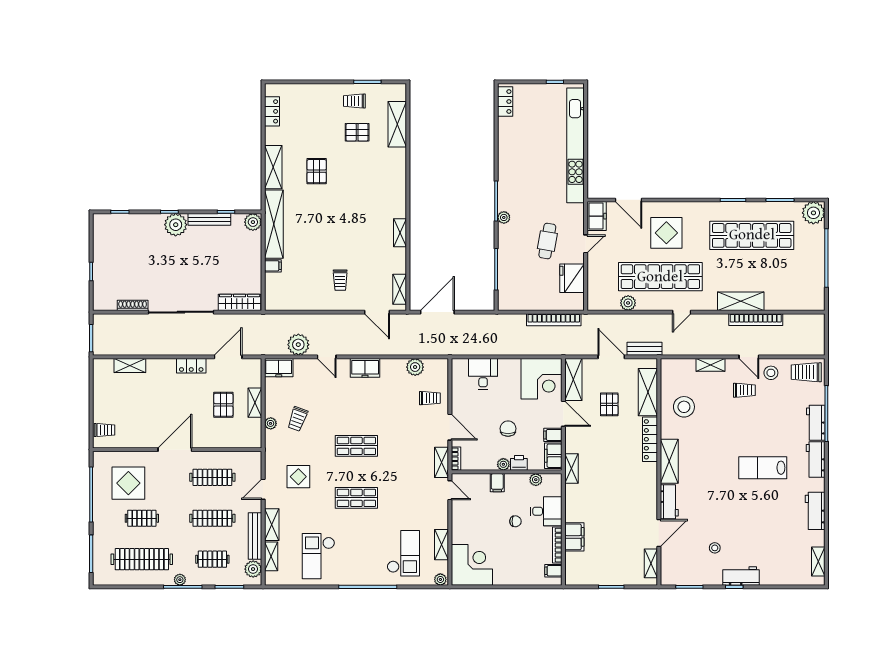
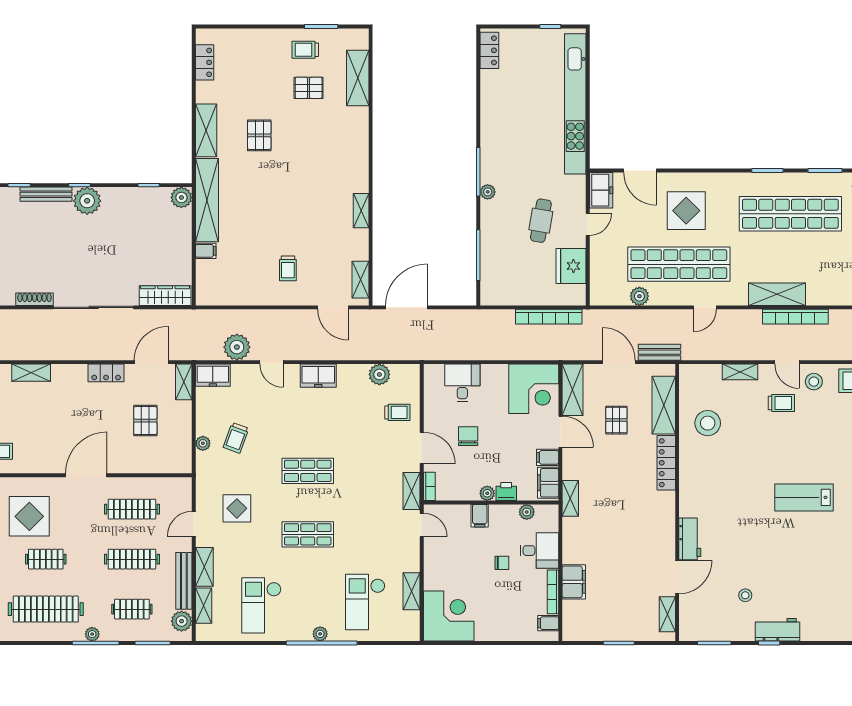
bench: (209, 219) -> (46, 194), moved
shelving: (255, 403) -> (184, 382), moved
chair: (508, 429) -> (468, 436), moved
shelving: (669, 461) -> (690, 489), removed
checkout: (403, 553) -> (365, 602), turned 180
plant: (440, 579) -> (320, 634), moved

